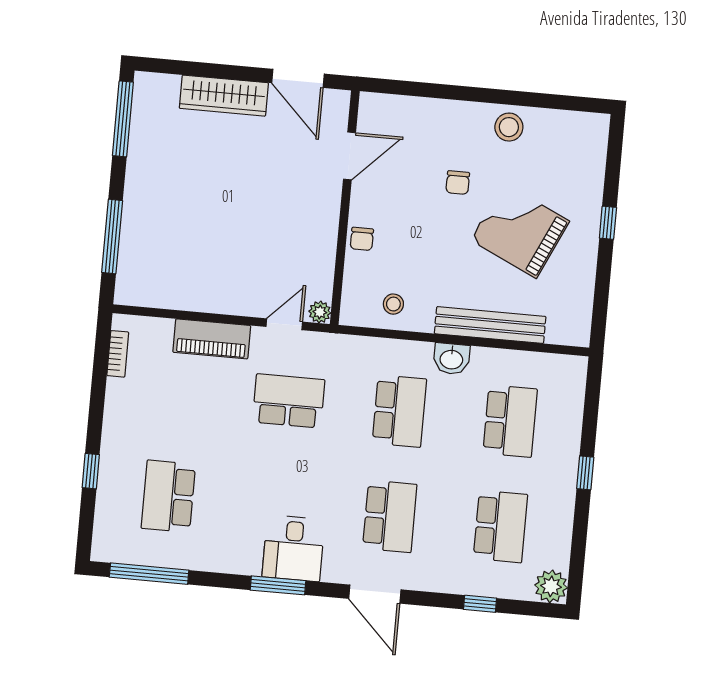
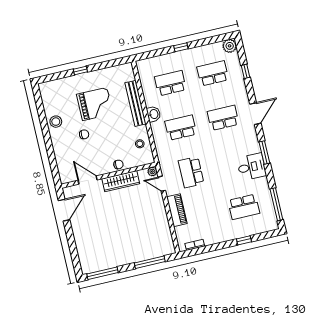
wardrobe: (224, 96) -> (121, 181), moved, turned 90
grand piano: (520, 231) -> (95, 104), turned -115
desk: (293, 548) -> (252, 167), moved

